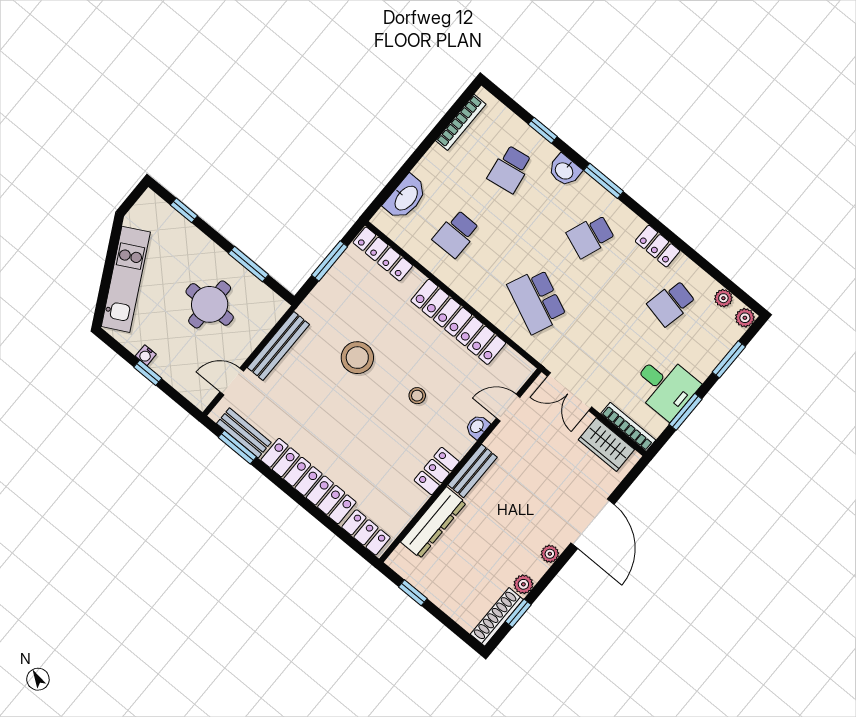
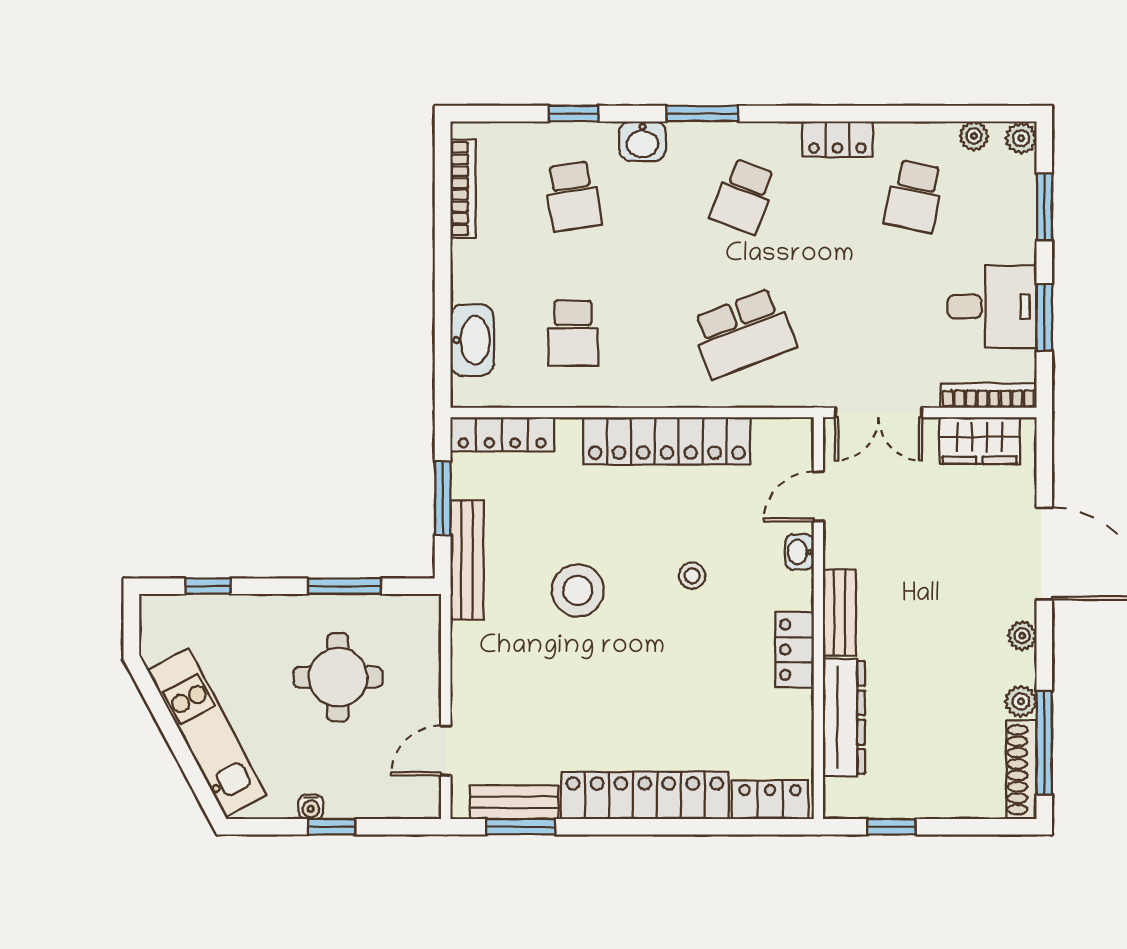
school desk: (537, 301) -> (743, 333), turned -45
bench: (278, 346) -> (467, 560), moved
window: (518, 613) -> (1044, 743), width x2.17

